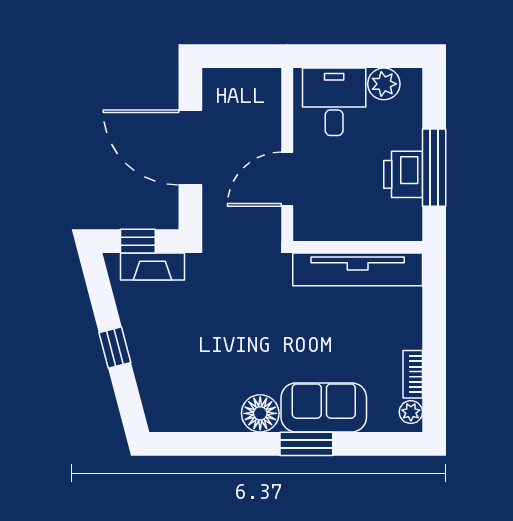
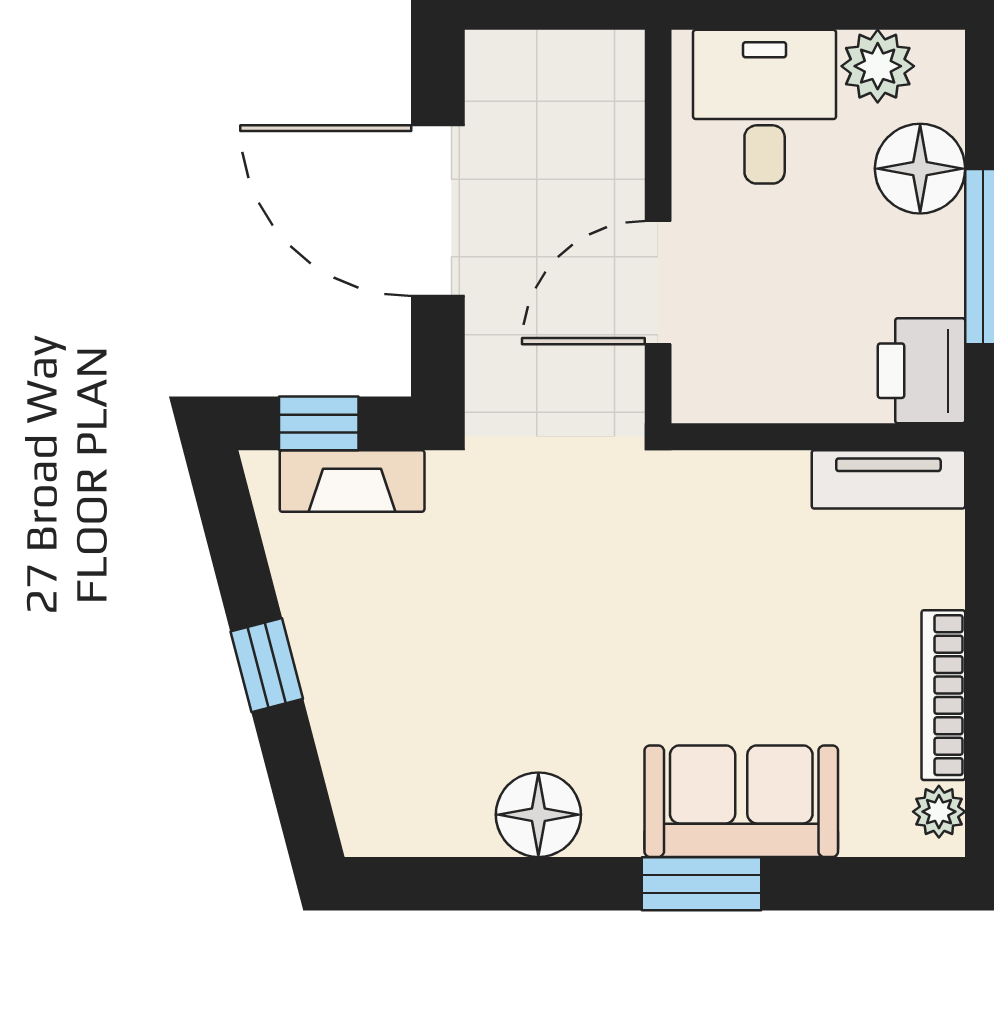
floor lamp: (403, 129) -> (920, 169), added
printer: (403, 174) -> (921, 371), moved
tv unit: (358, 269) -> (888, 479), width x0.52, depth x0.78
bookcase: (413, 374) -> (943, 695), width x1.56
floor lamp: (260, 413) -> (538, 815), moved

